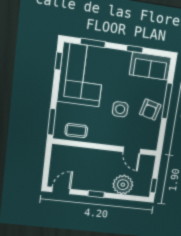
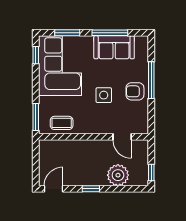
window: (135, 49) -> (110, 33), width x2.17
sofa: (150, 66) -> (114, 47), moved
armchair: (150, 110) -> (135, 91), turned 76

